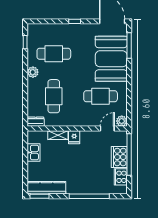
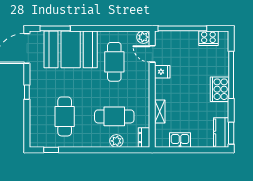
plant: (33, 72) -> (116, 141), moved
fridge: (74, 137) -> (162, 72), moved
cooker: (119, 157) -> (219, 89), moved, turned 90
kitchen counter: (46, 188) -> (221, 133), width x0.67

